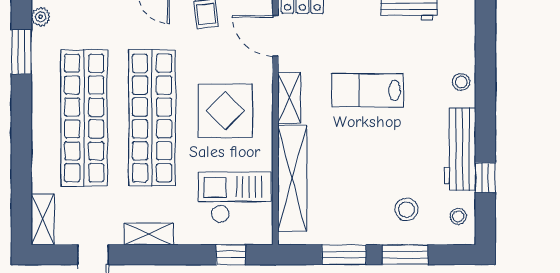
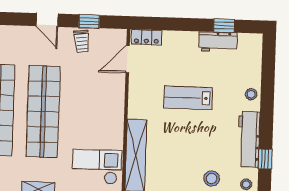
door: (275, 36) -> (128, 59), hinge flipped
shelving: (289, 98) -> (136, 101), removed
display table: (225, 111) -> (93, 108), removed

